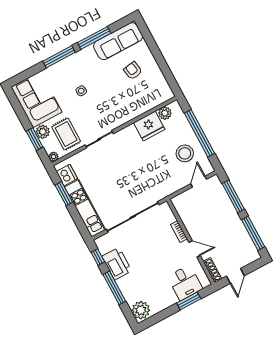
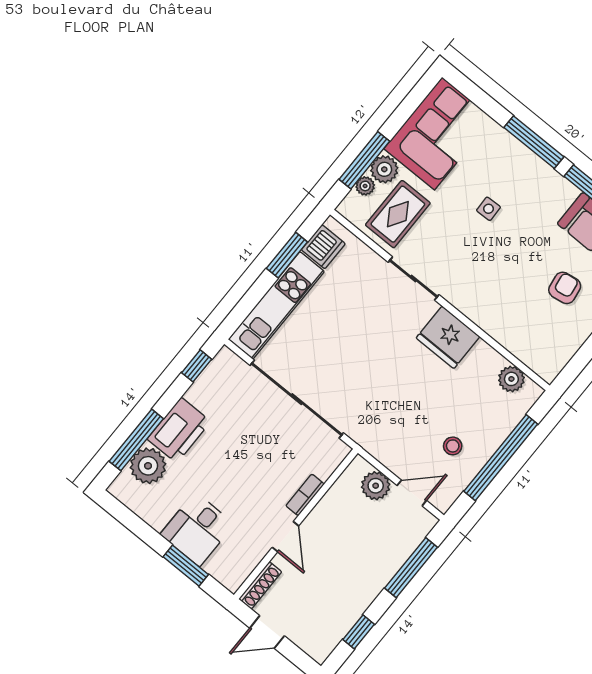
fridge: (149, 126) -> (448, 337), moved
window: (35, 139) -> (364, 160), width x1.44
stool: (185, 153) -> (453, 446), width x0.53, depth x0.53
plant: (54, 157) -> (365, 186), moved
plant: (188, 197) -> (376, 486), added
window: (253, 233) -> (359, 632), width x0.46
printer: (117, 264) -> (179, 430), moved
desk: (185, 283) -> (197, 529), moved
window: (114, 288) -> (136, 440), moved
plant: (141, 310) -> (148, 466), moved

